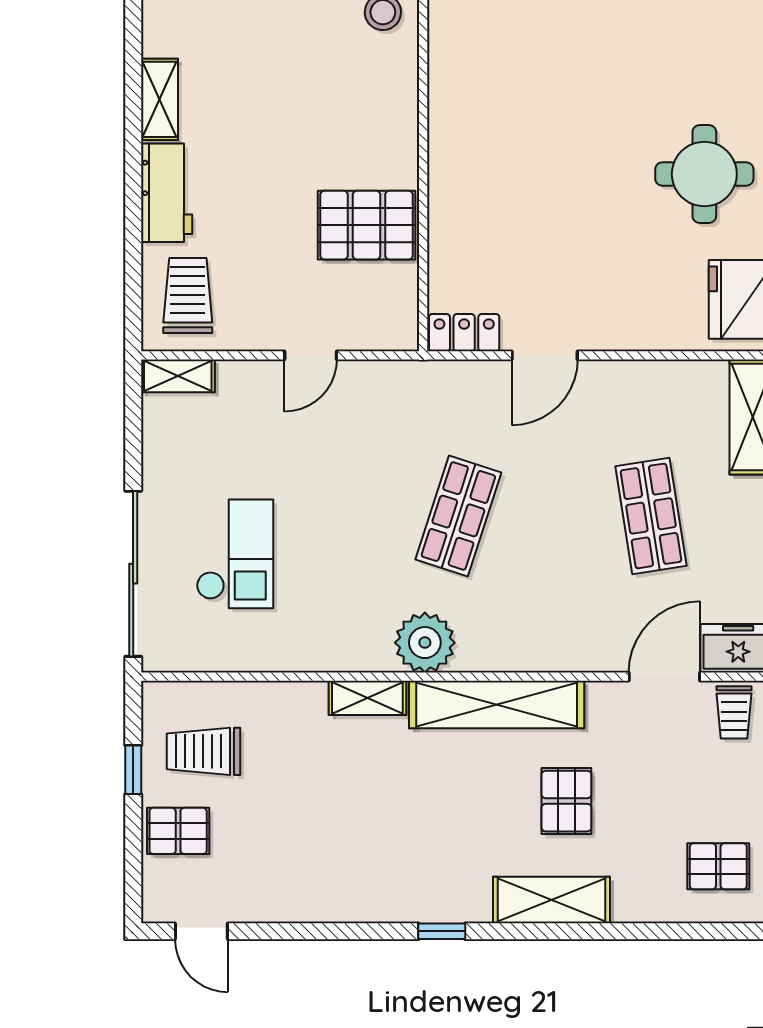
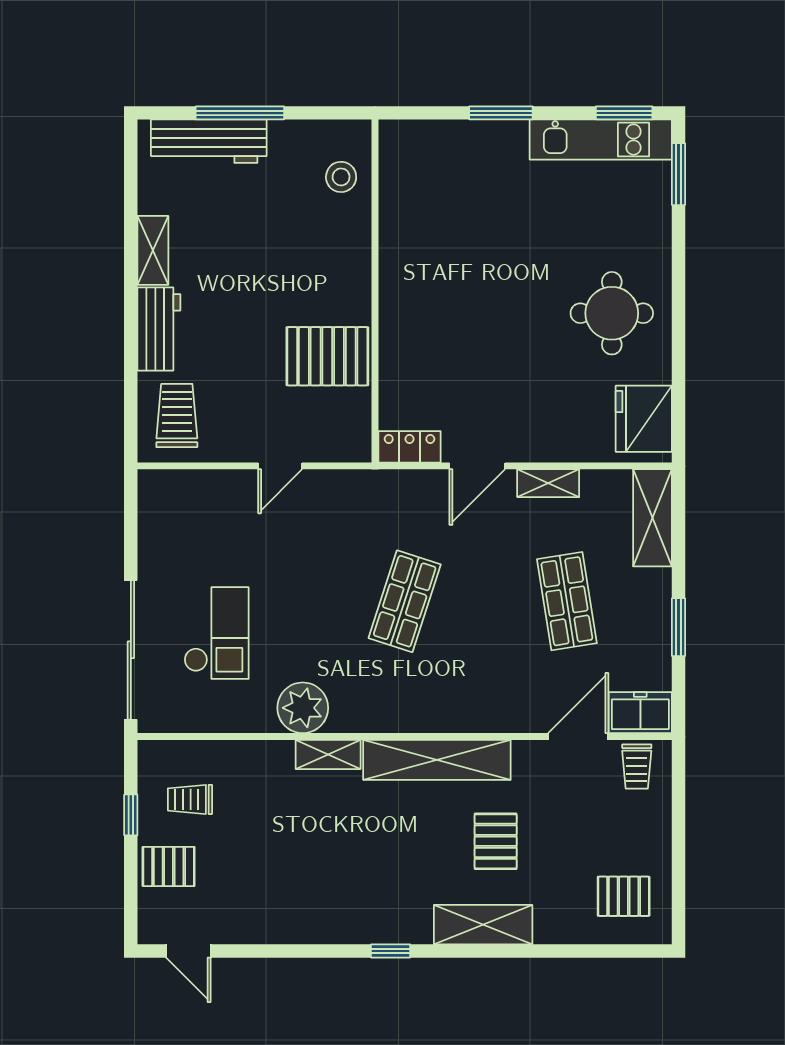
shelving: (178, 376) -> (548, 483), moved
plant: (425, 643) -> (303, 708), moved
trolley: (203, 751) -> (190, 799), width x0.73, depth x0.72

